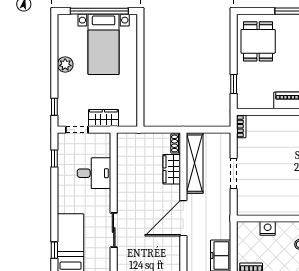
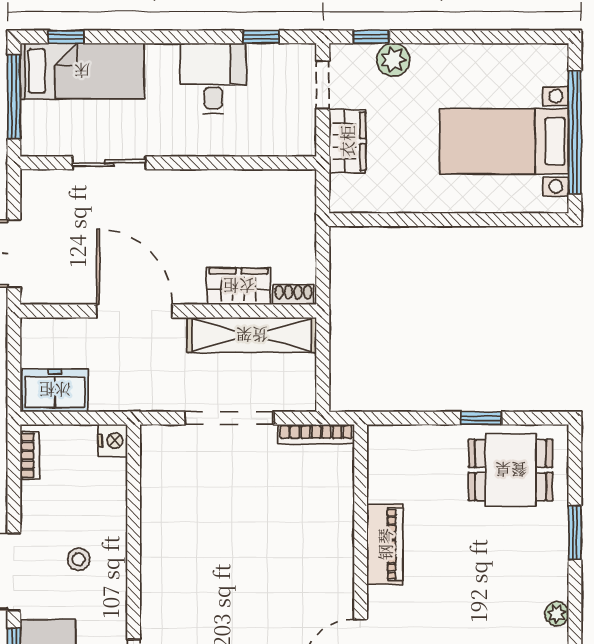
plant: (65, 64) -> (393, 60), moved
window: (234, 84) -> (481, 418), moved
bookcase: (241, 126) -> (316, 434), width x1.56
desk: (94, 173) -> (213, 79), moved, turned 180
doorway: (234, 174) -> (229, 418), width x1.36
nightstand: (268, 228) -> (113, 441), moved

